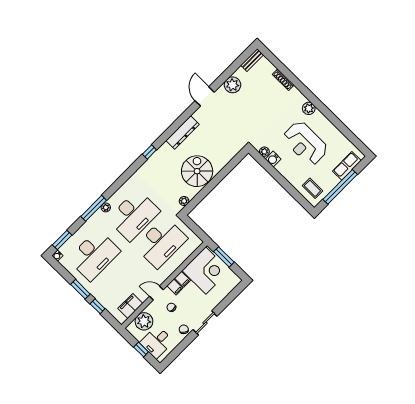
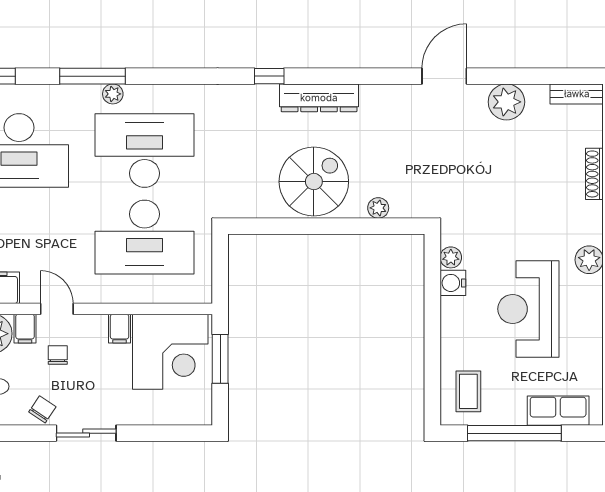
dresser: (183, 132) -> (319, 98), moved
plant: (184, 201) -> (378, 208), moved
desk: (134, 215) -> (145, 151), turned 180
filing cabinet: (175, 287) -> (25, 329), moved

